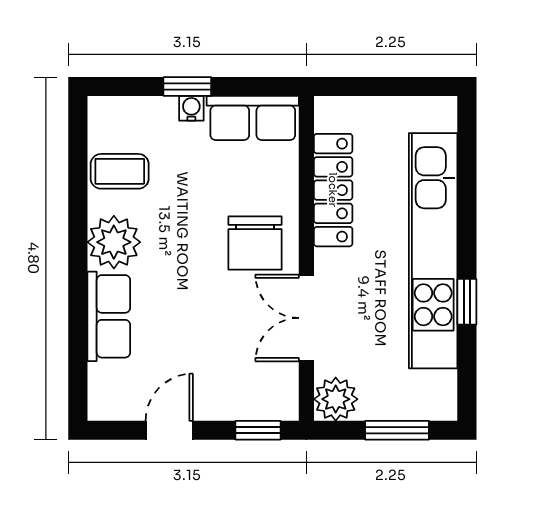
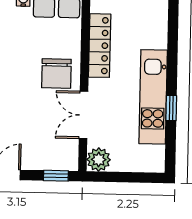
kitchen unit: (433, 251) -> (153, 97), width x0.73
window: (397, 430) -> (132, 177), removed

